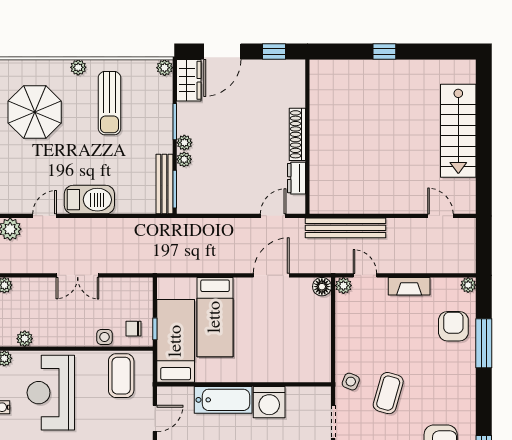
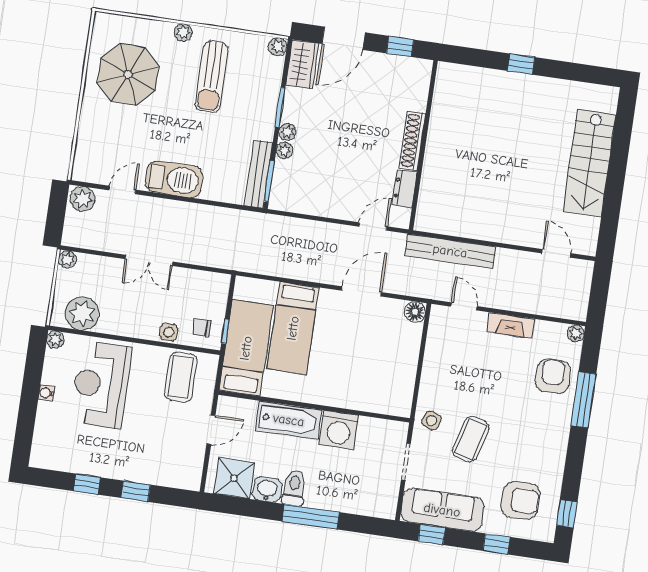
plant: (343, 286) -> (439, 314), removed
plant: (25, 339) -> (82, 313), width x1.88, depth x1.88

